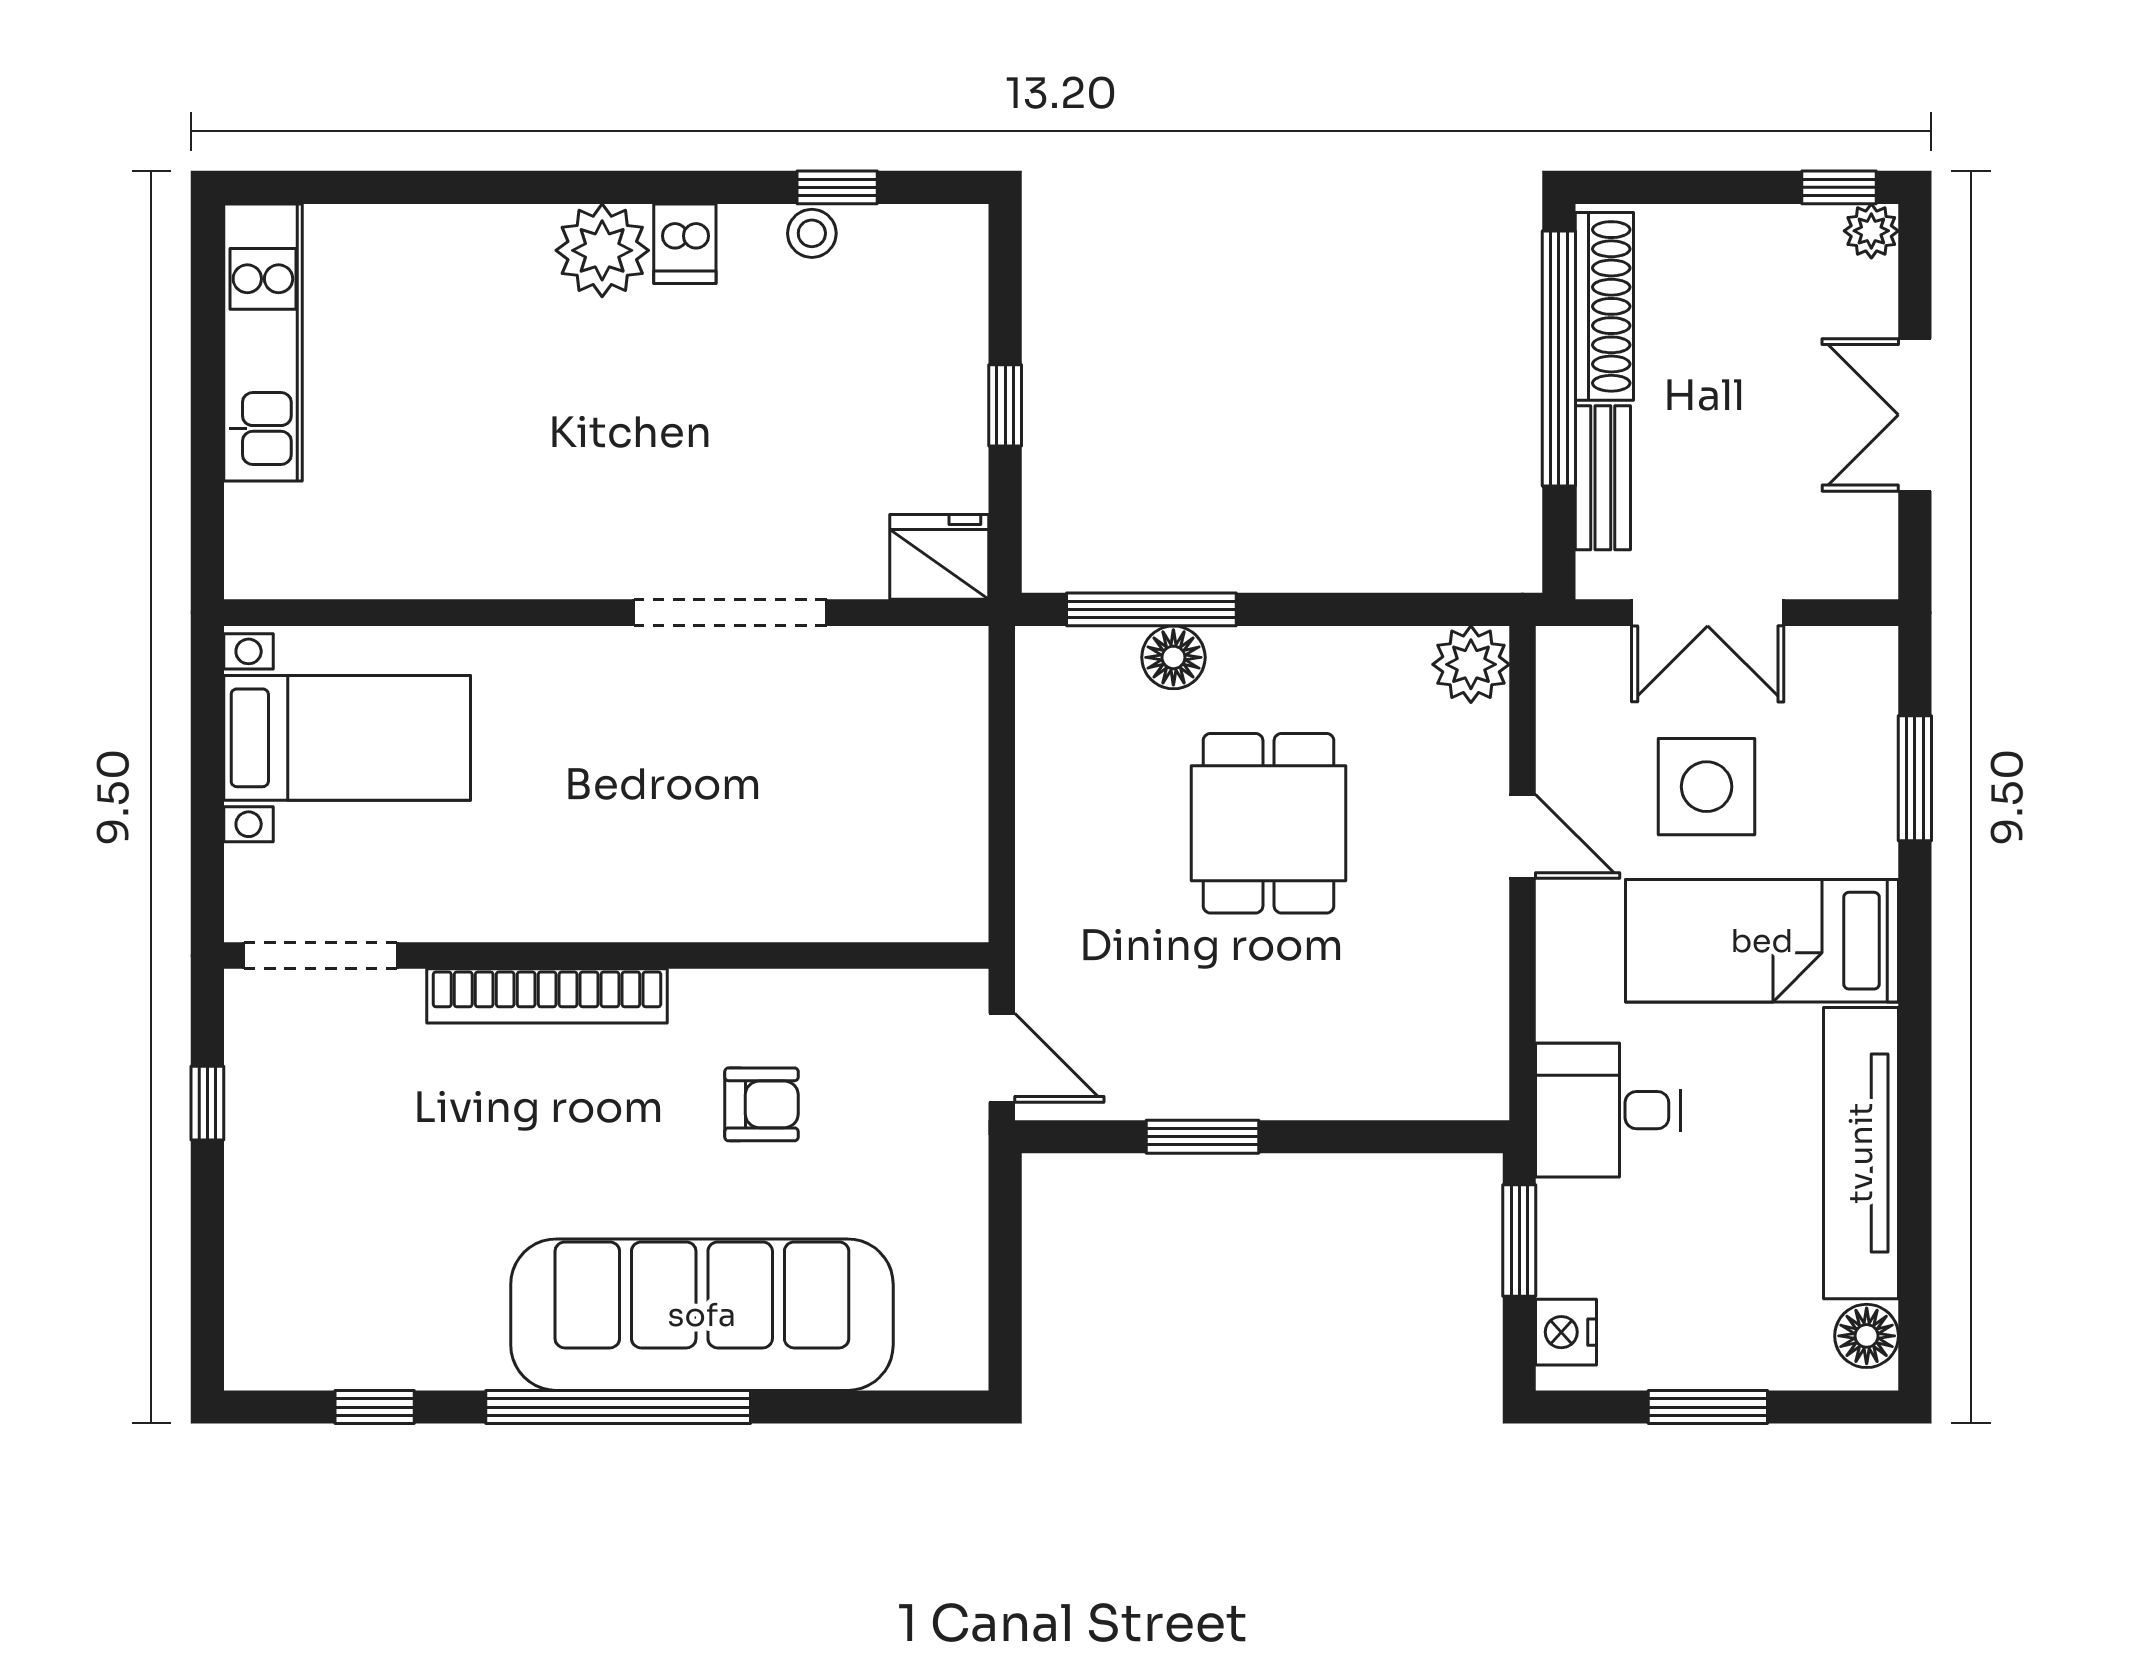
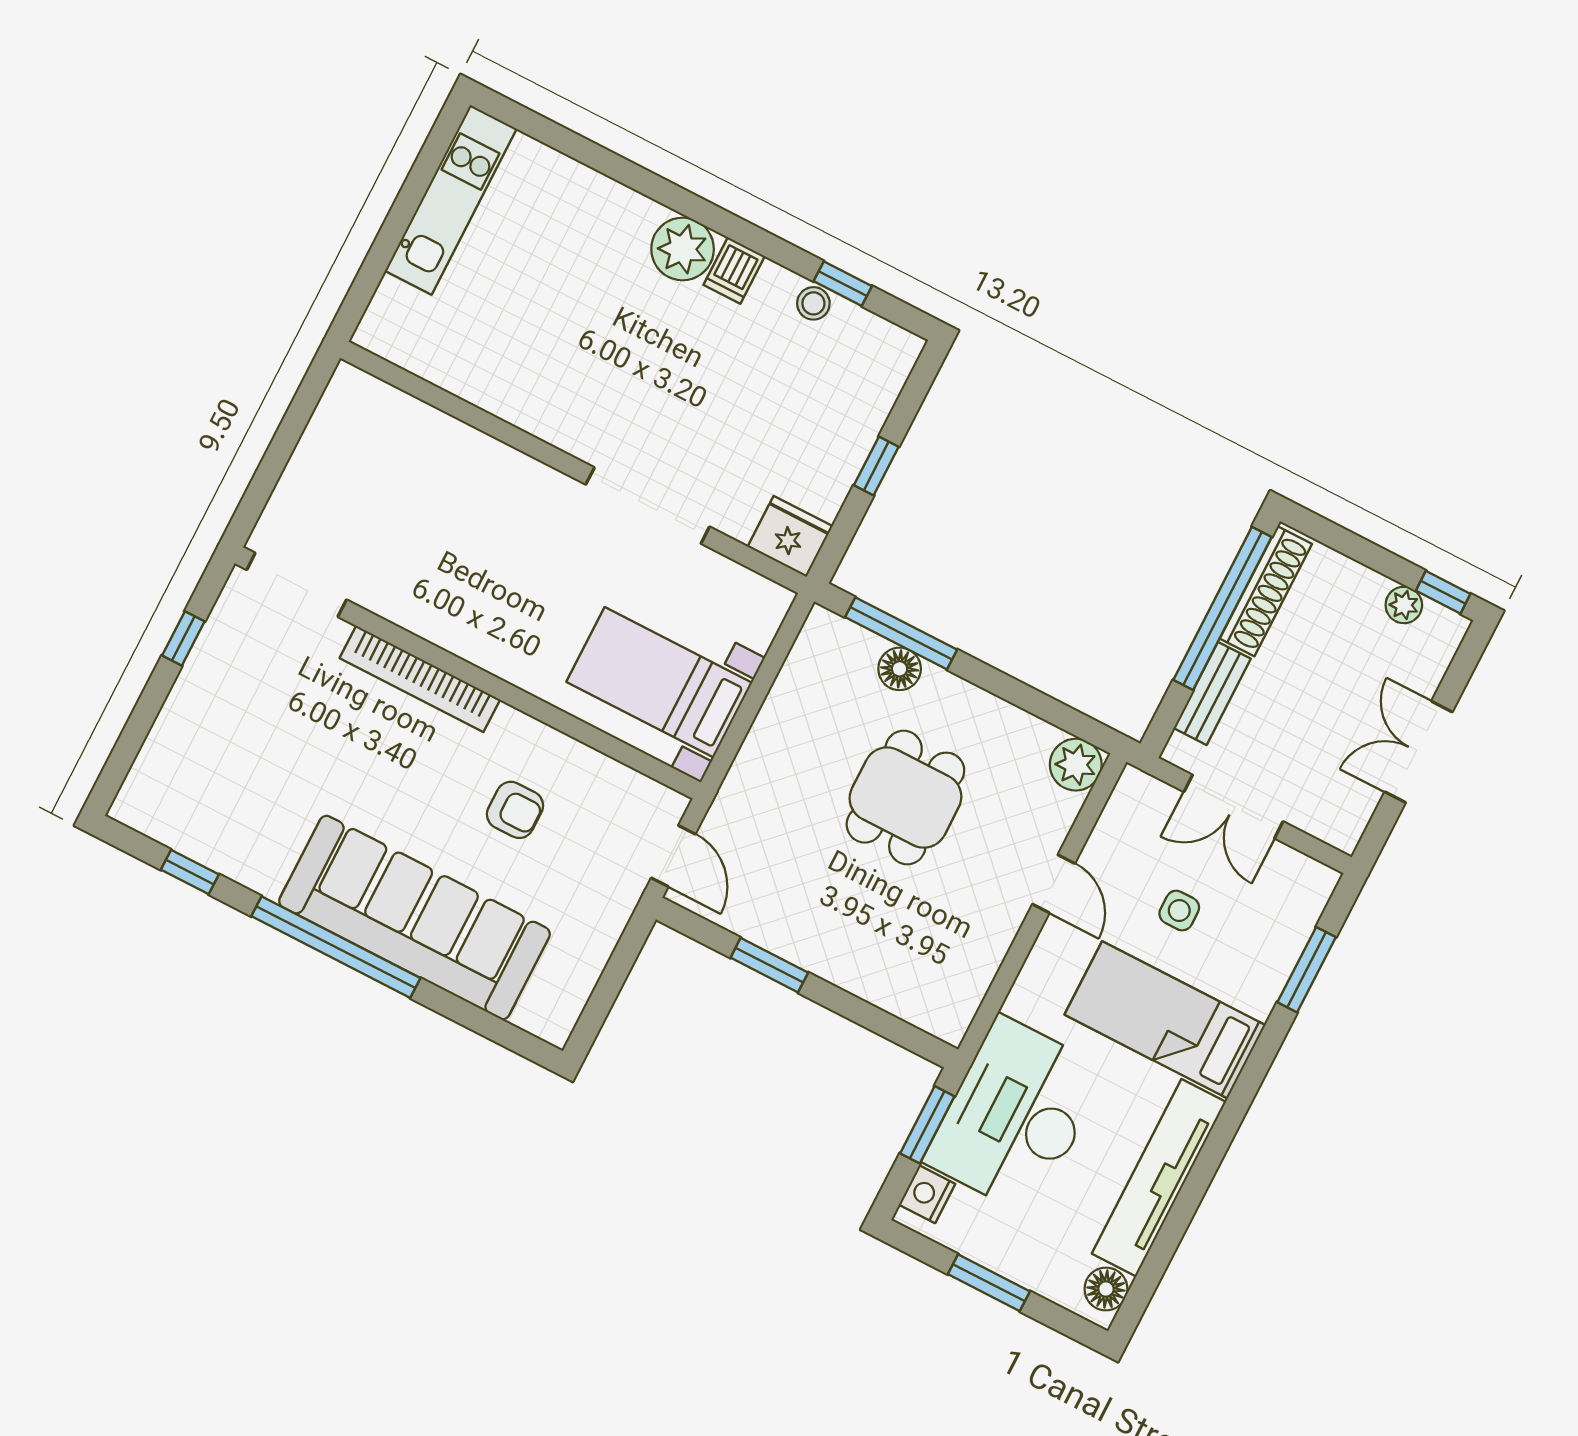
plant: (1871, 231) -> (1404, 605), moved
bed with nightstands: (347, 738) -> (659, 682), moved, turned 180
side table: (1707, 787) -> (1179, 911), width x0.54, depth x0.54
desk: (1608, 1110) -> (1015, 1116), width x1.87, depth x1.30

